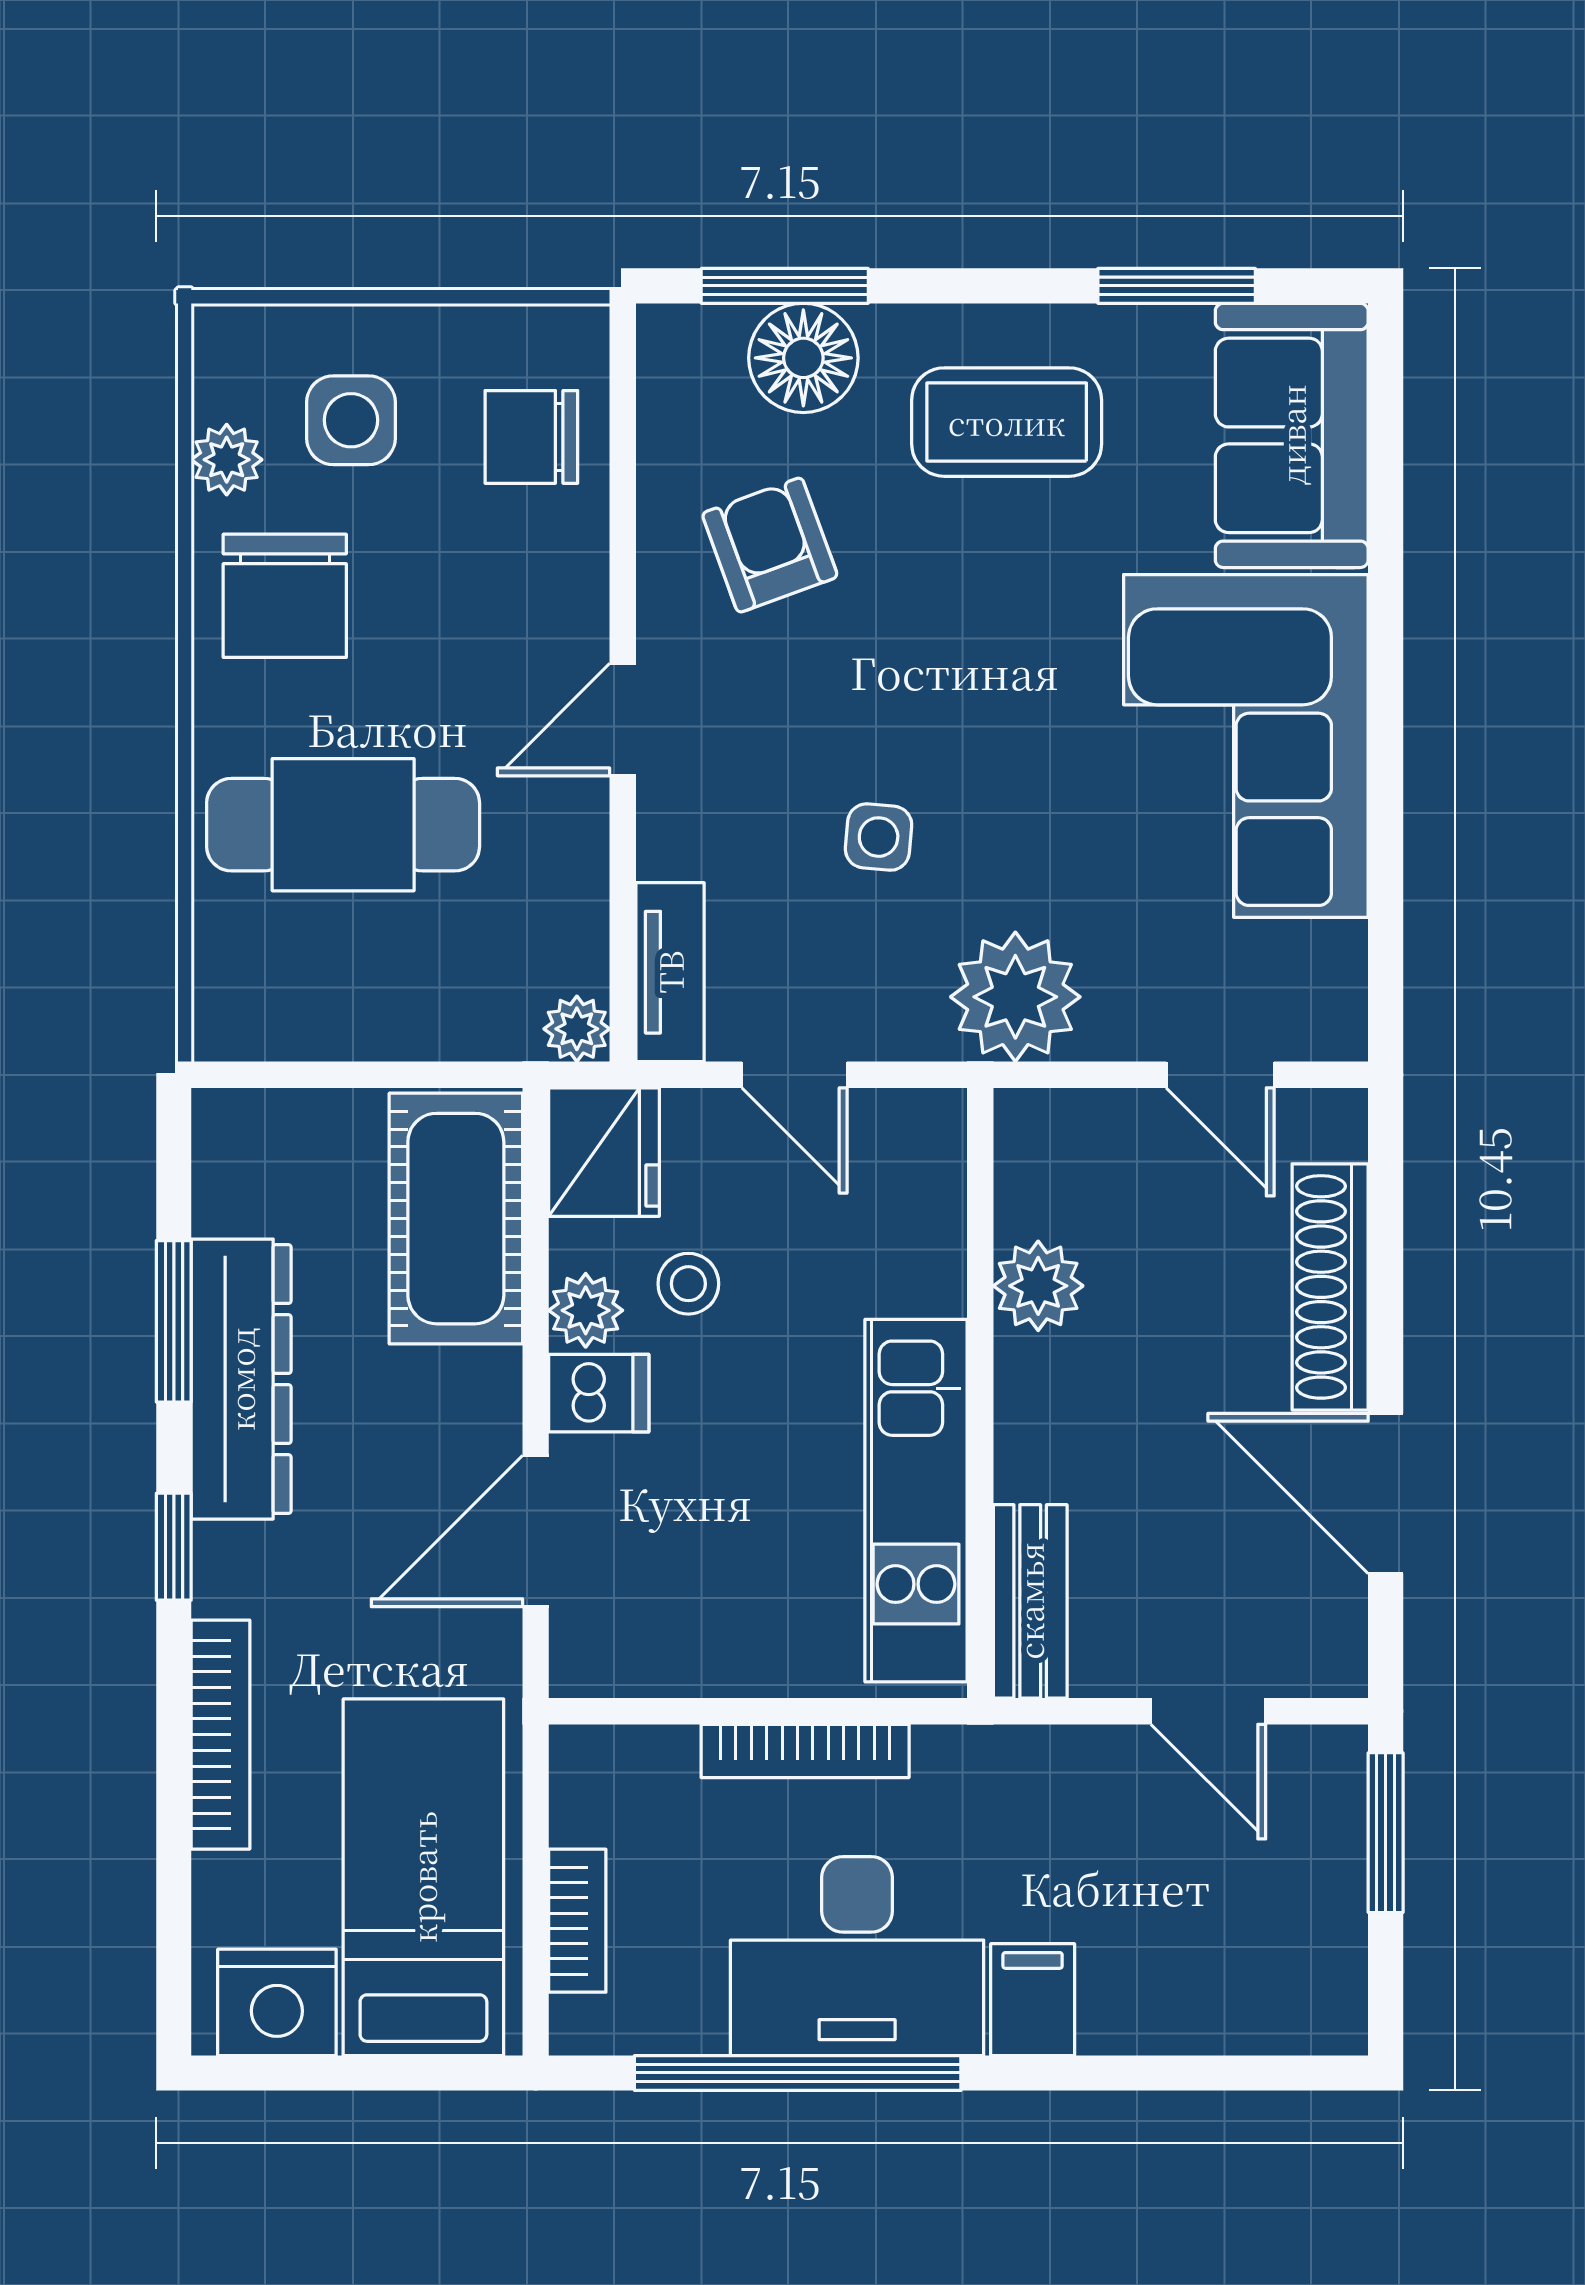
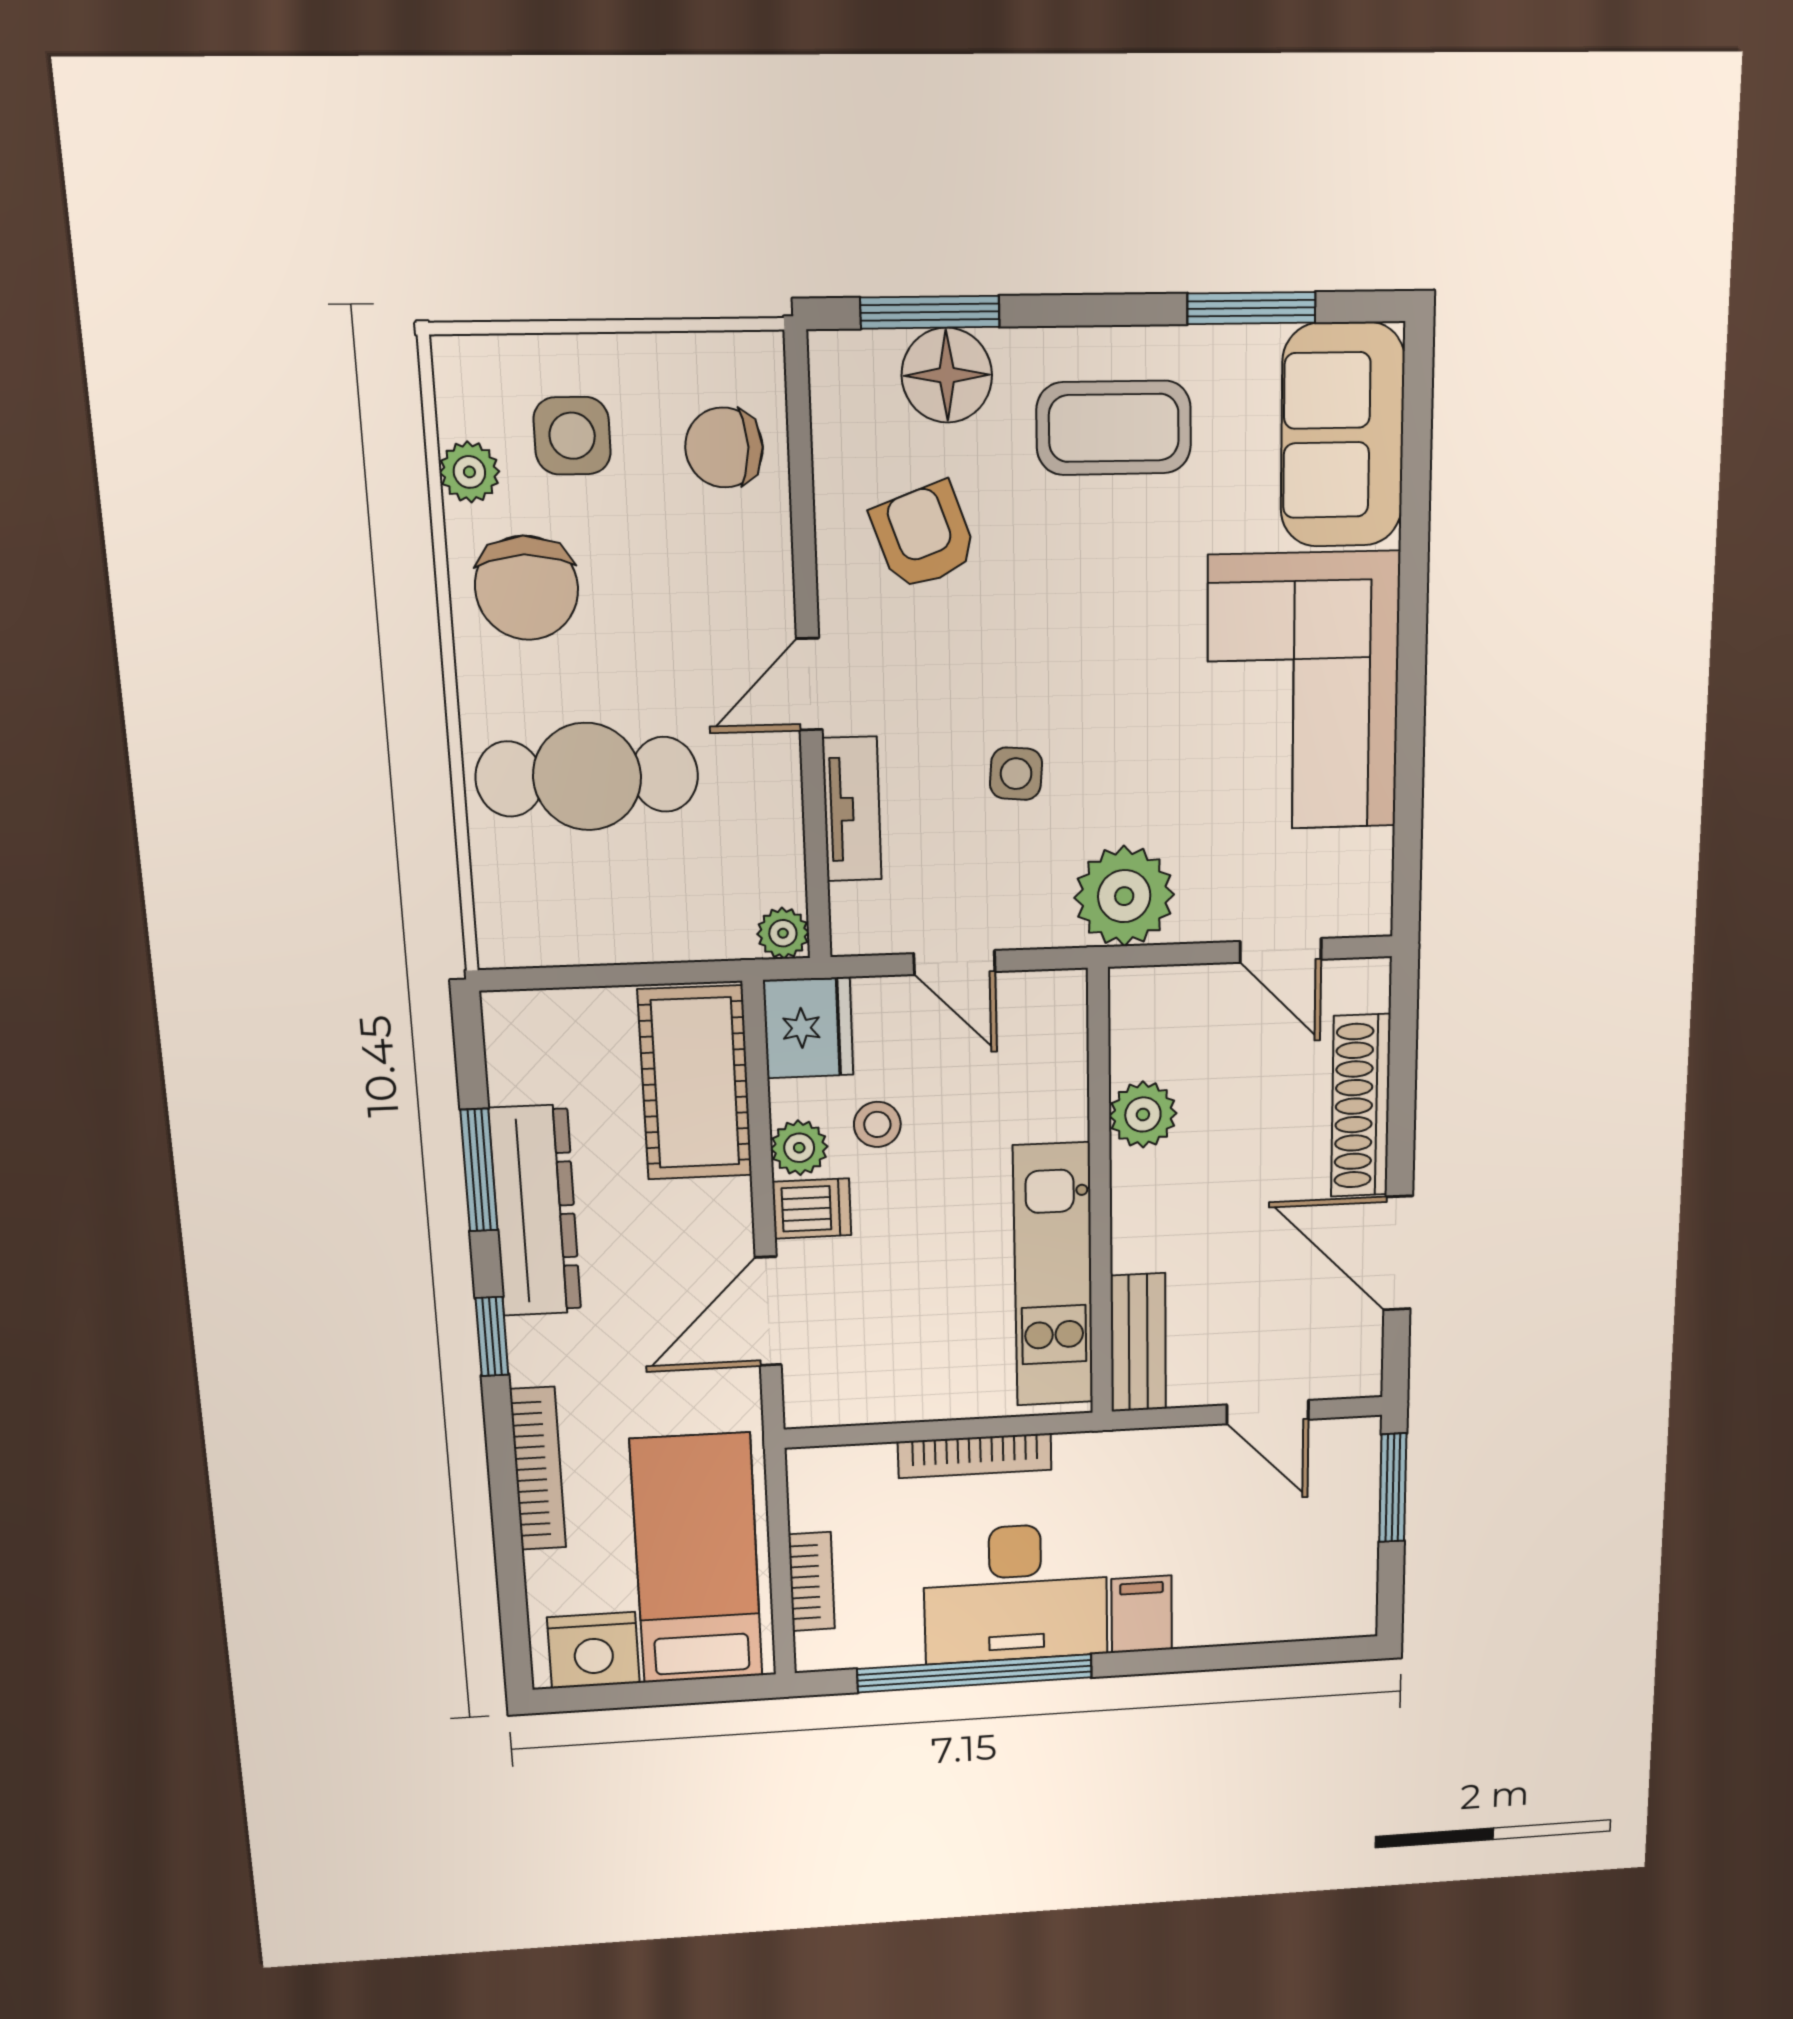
tv unit: (670, 972) -> (852, 809), moved

